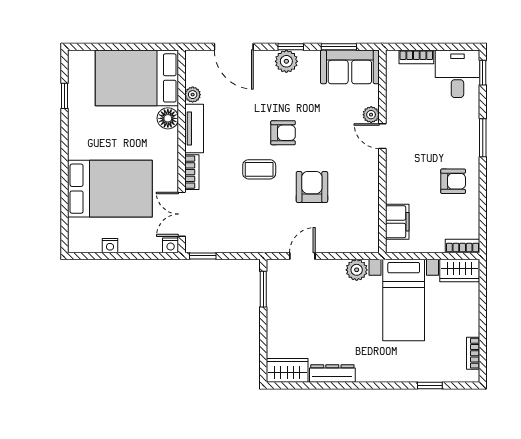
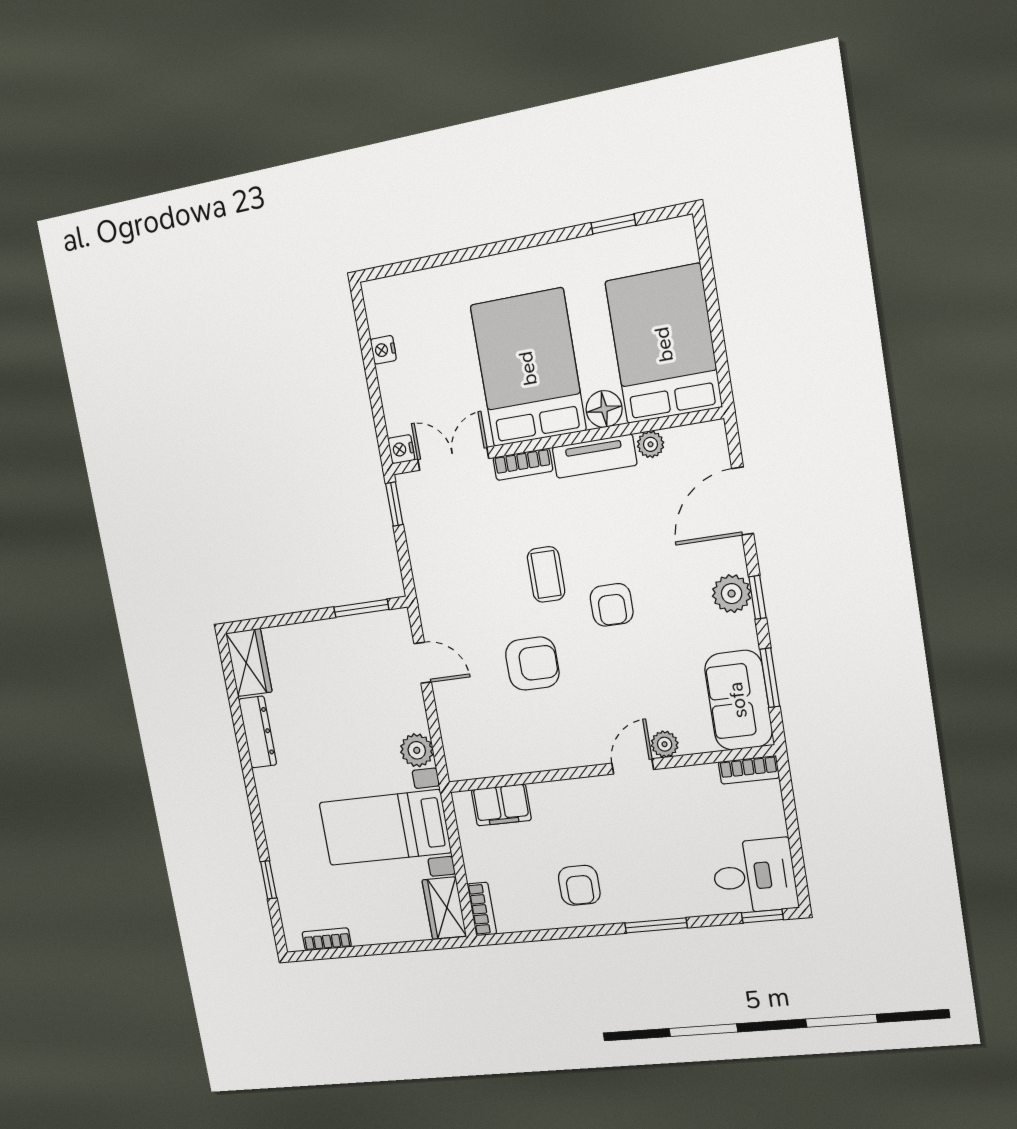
bookcase: (416, 57) -> (749, 770), moved, turned -90
bed: (110, 189) -> (528, 368), moved, turned 180

